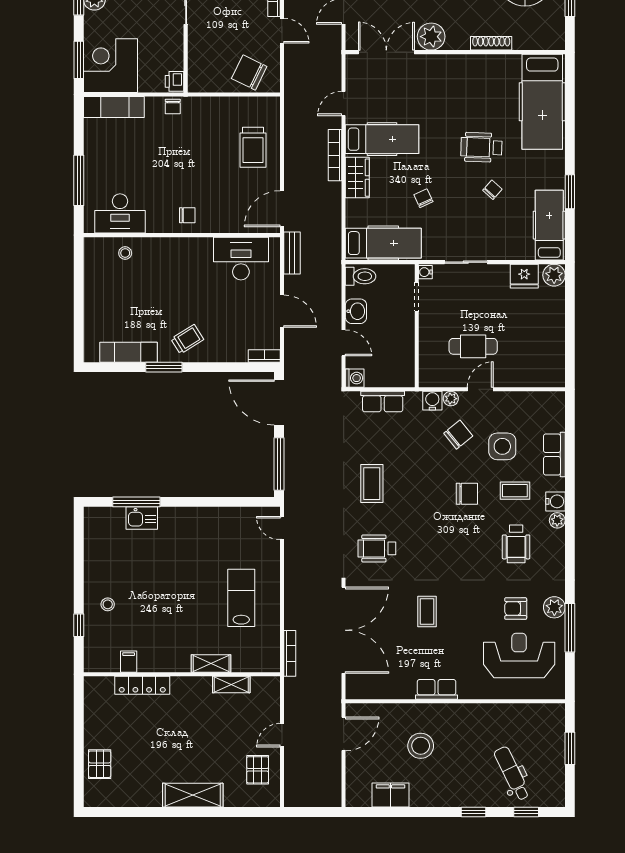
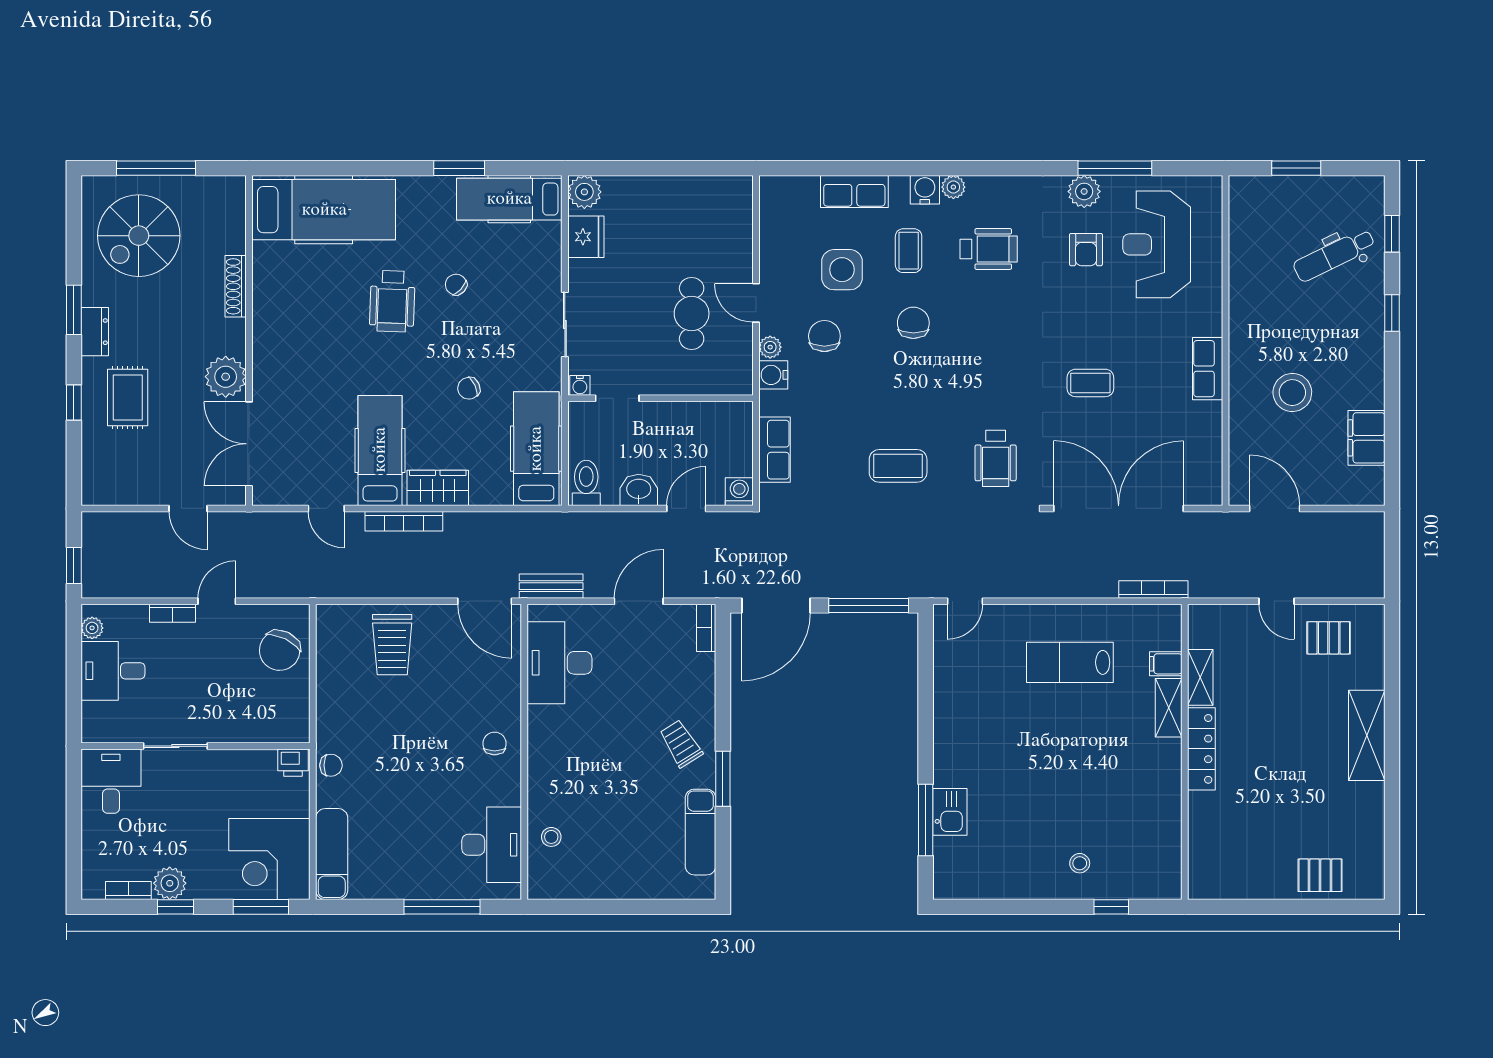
trolley: (253, 147) -> (392, 645), turned 90
chair: (458, 435) -> (824, 336), turned 39
filing cabinet: (129, 662) -> (1166, 664), moved
locker: (142, 685) -> (1201, 749), moved

